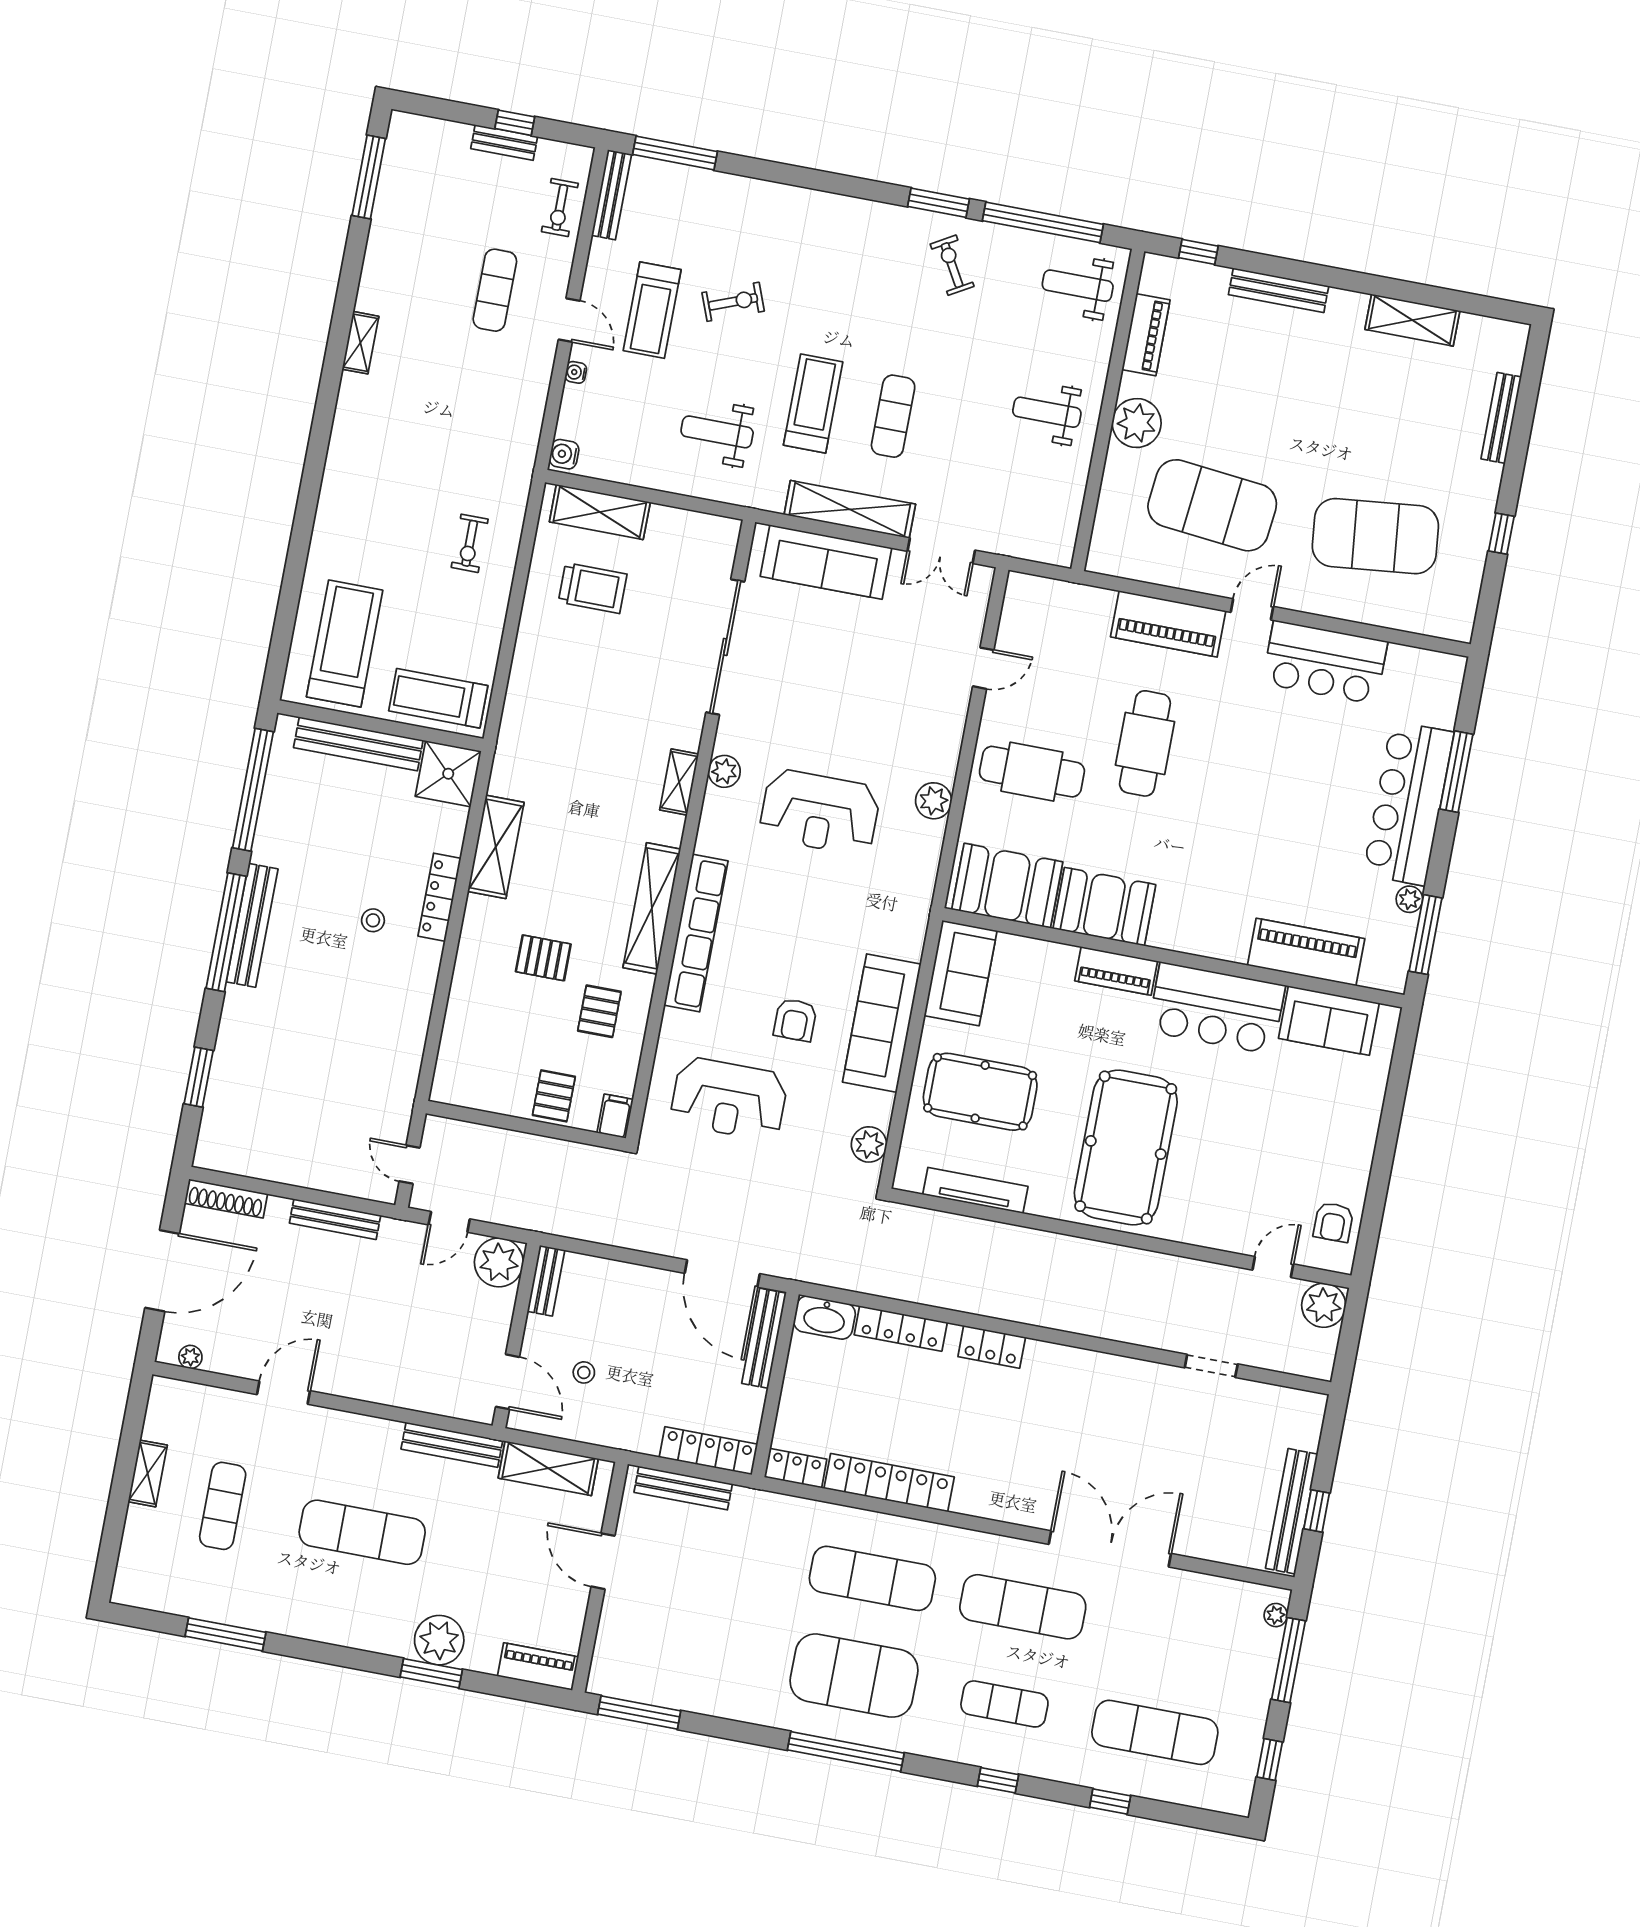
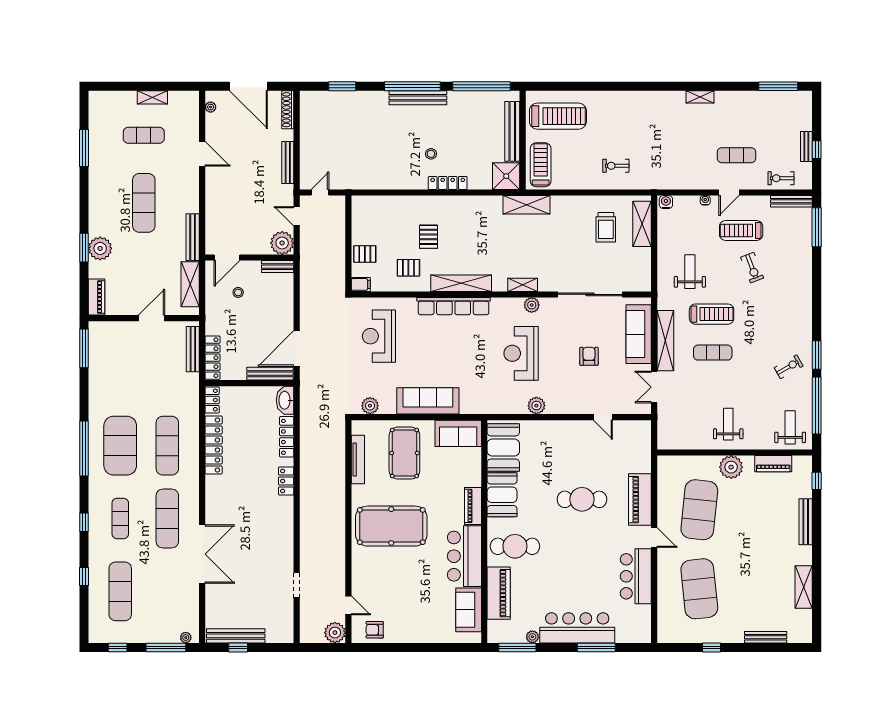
cafe table: (1032, 772) -> (515, 546), moved, turned 90
shelving: (496, 847) -> (527, 205), moved
armchair: (795, 1020) -> (589, 356), moved, turned 90

